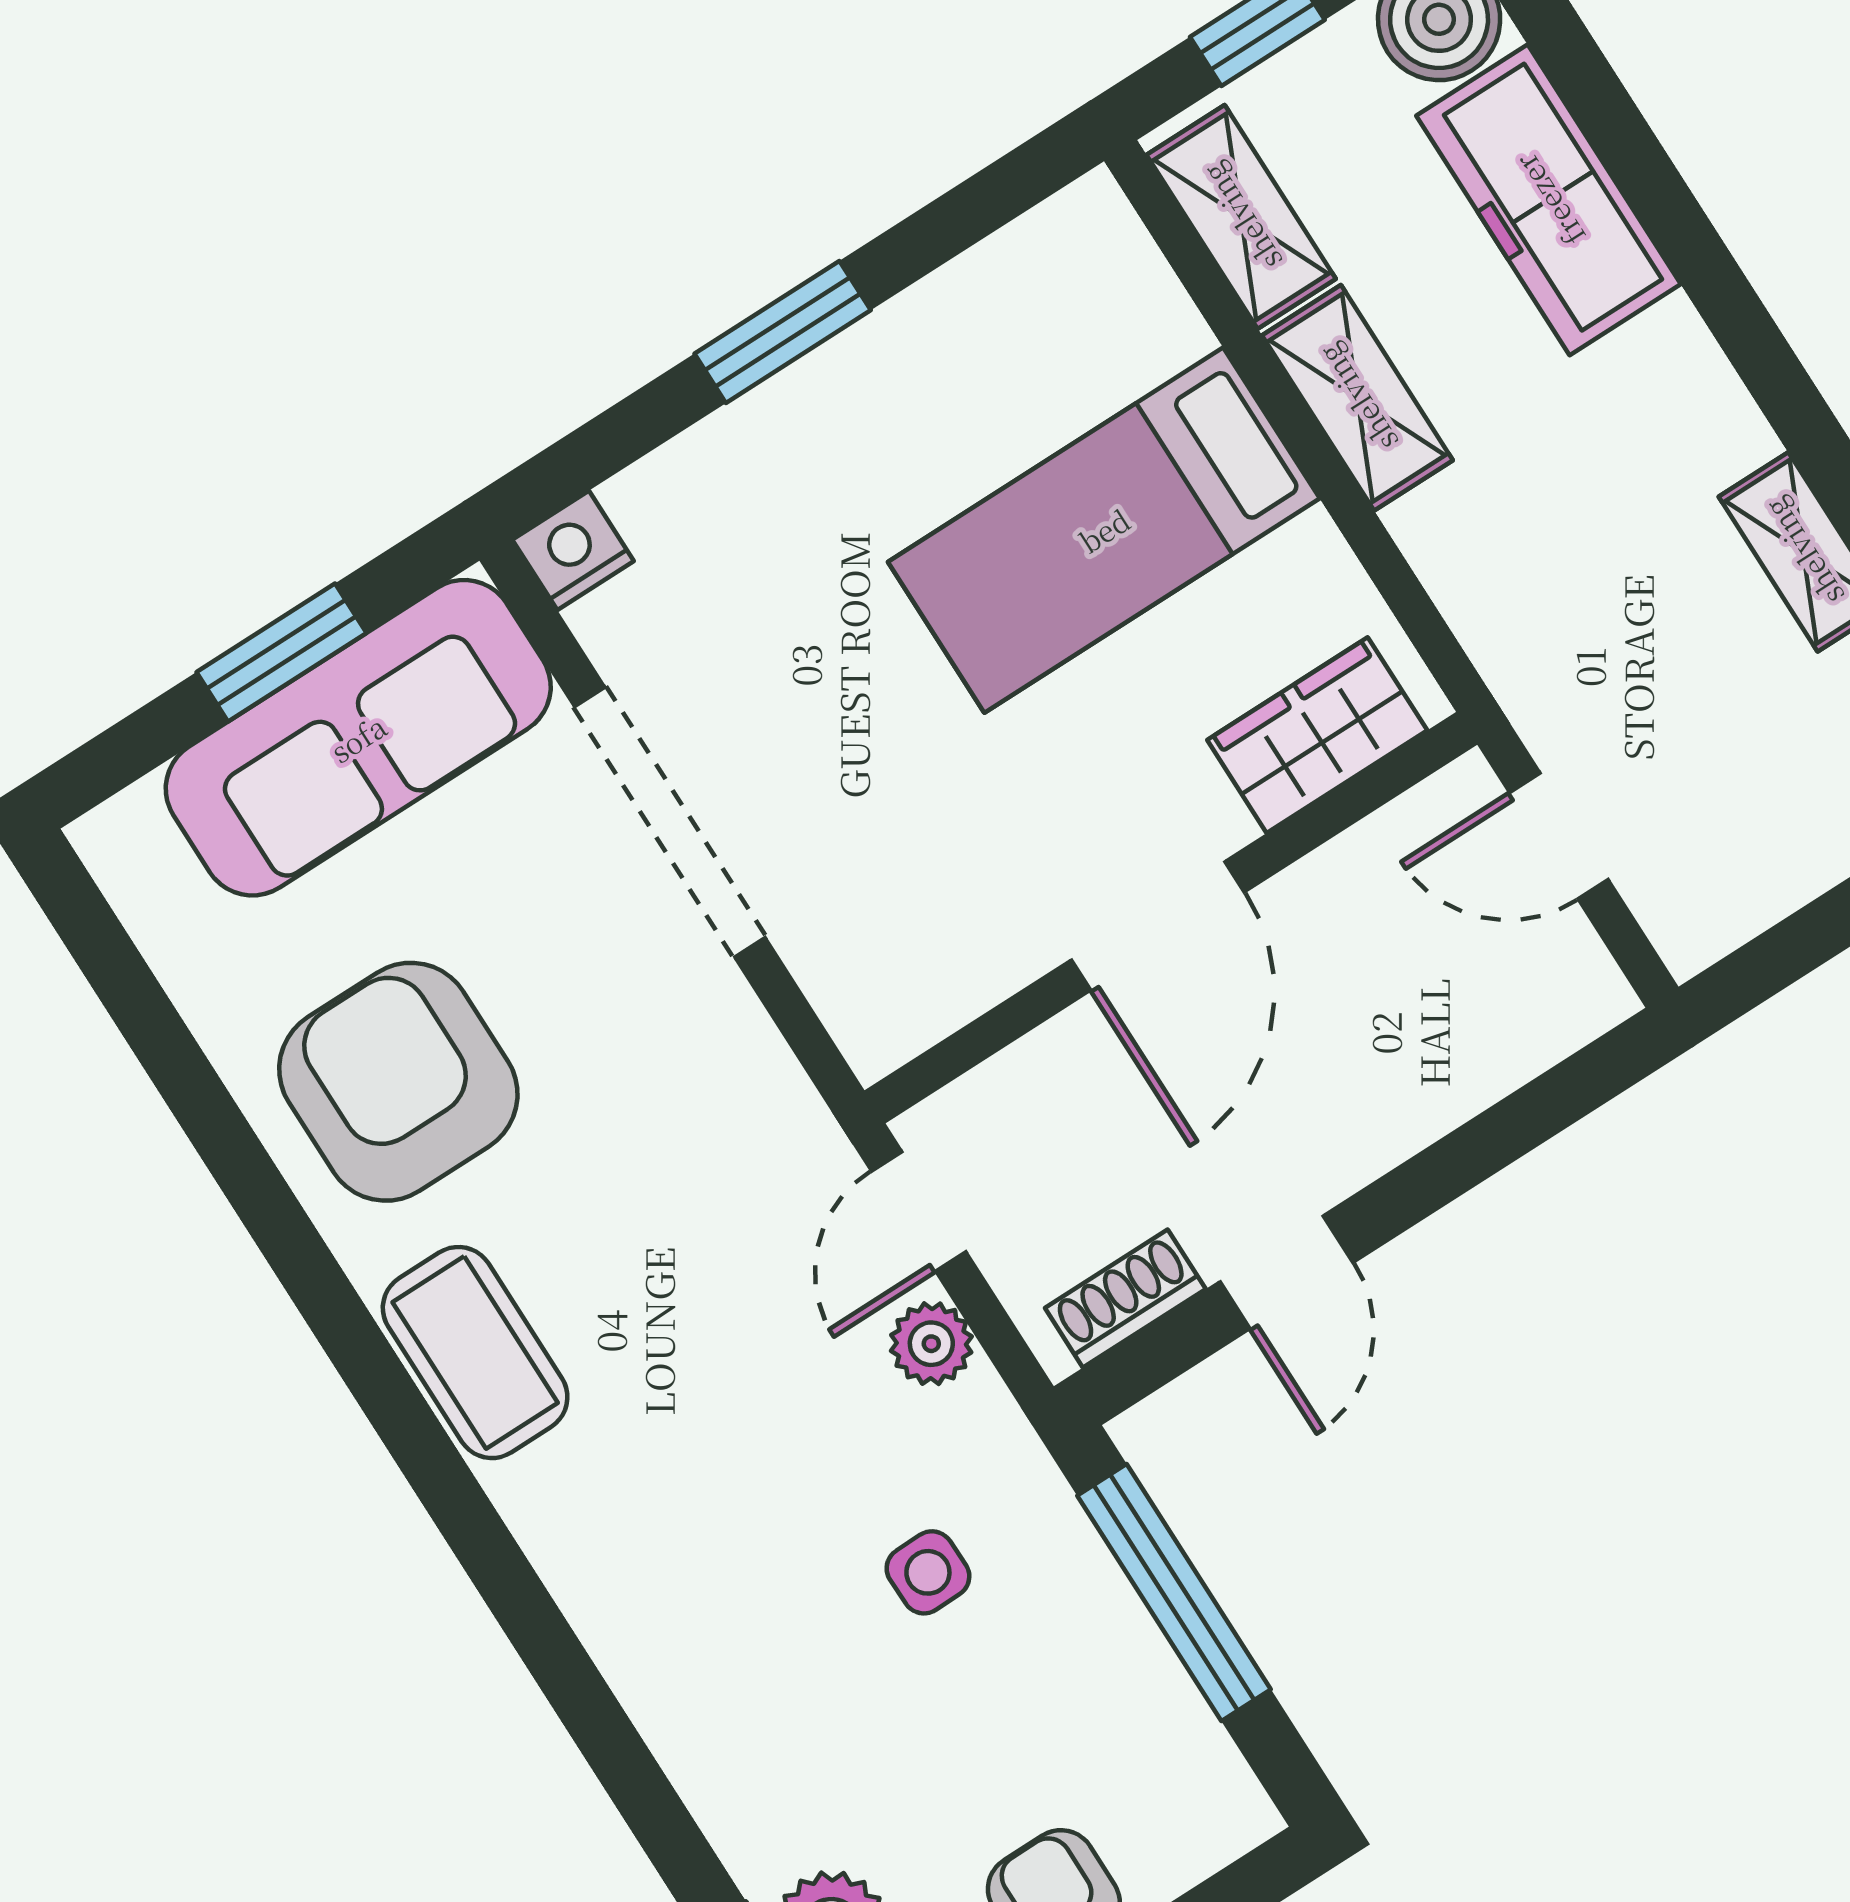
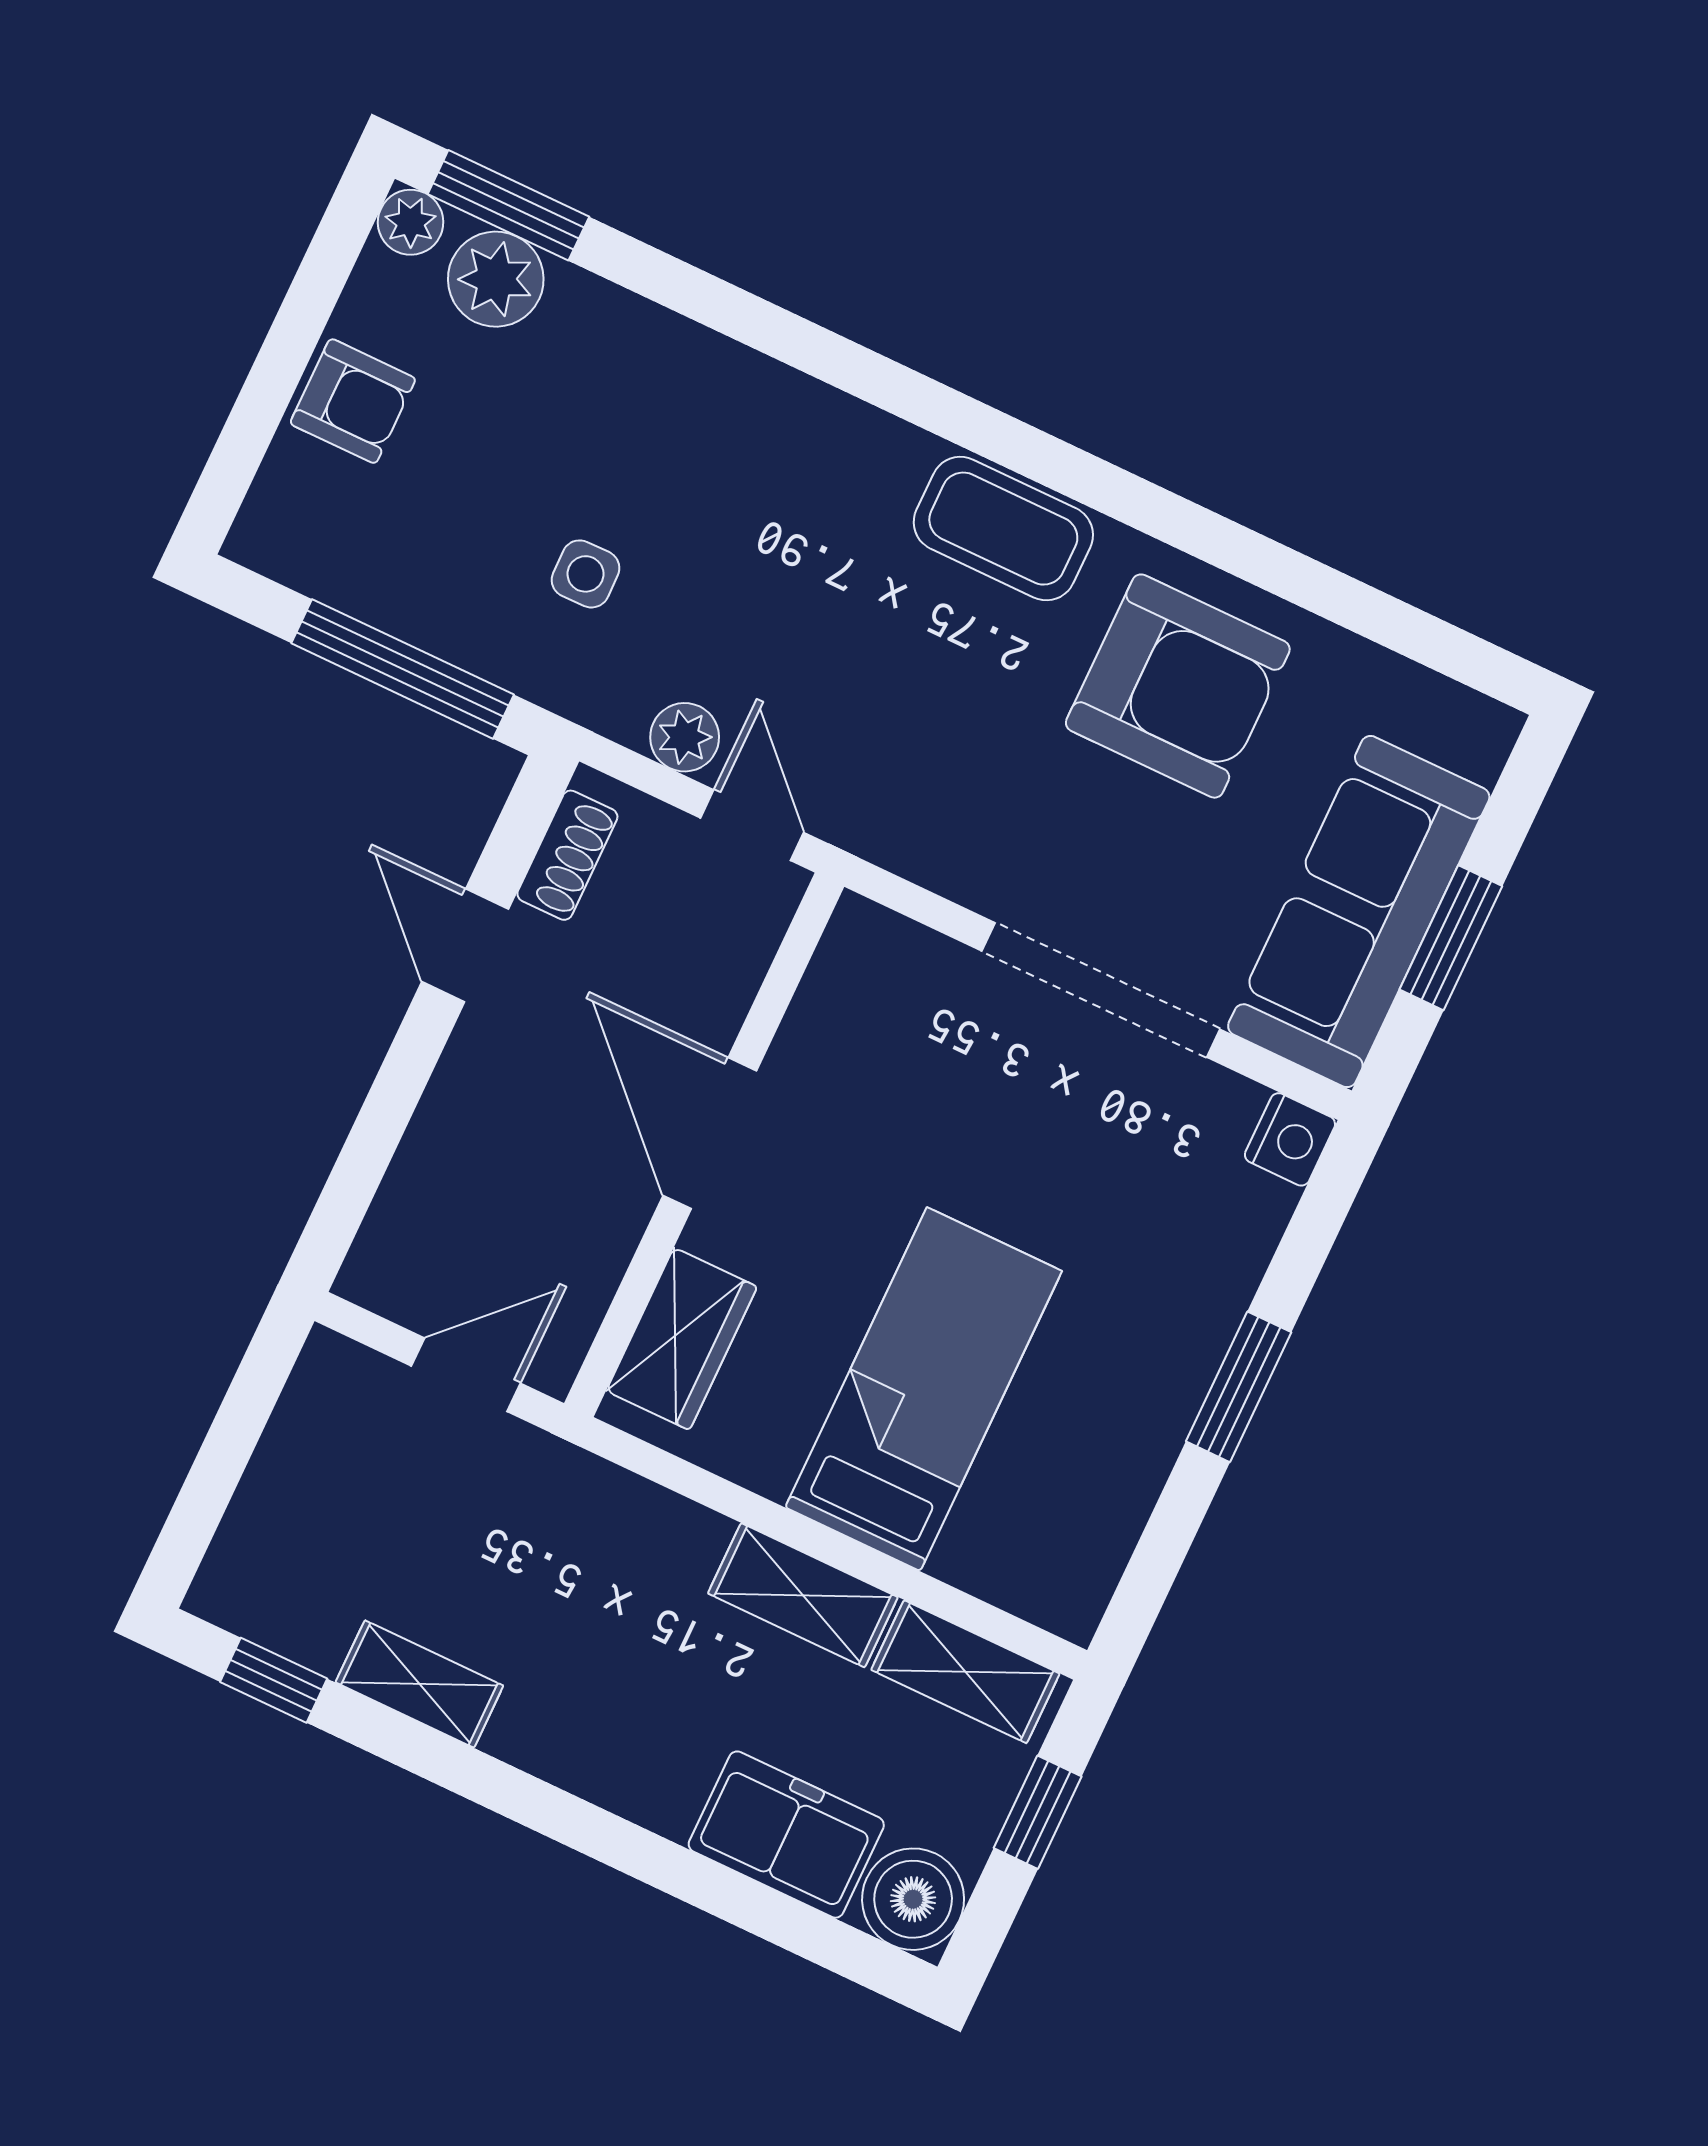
freezer: (1549, 200) -> (786, 1835), width x0.71

